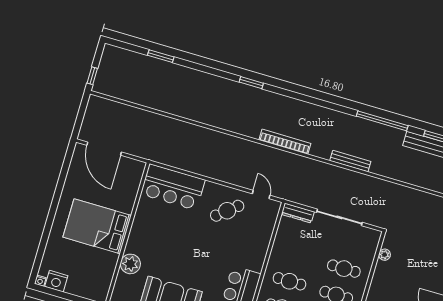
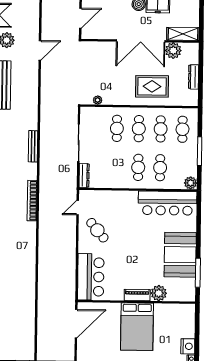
door: (104, 149) -> (76, 324), moved
piano: (135, 237) -> (137, 295), added

